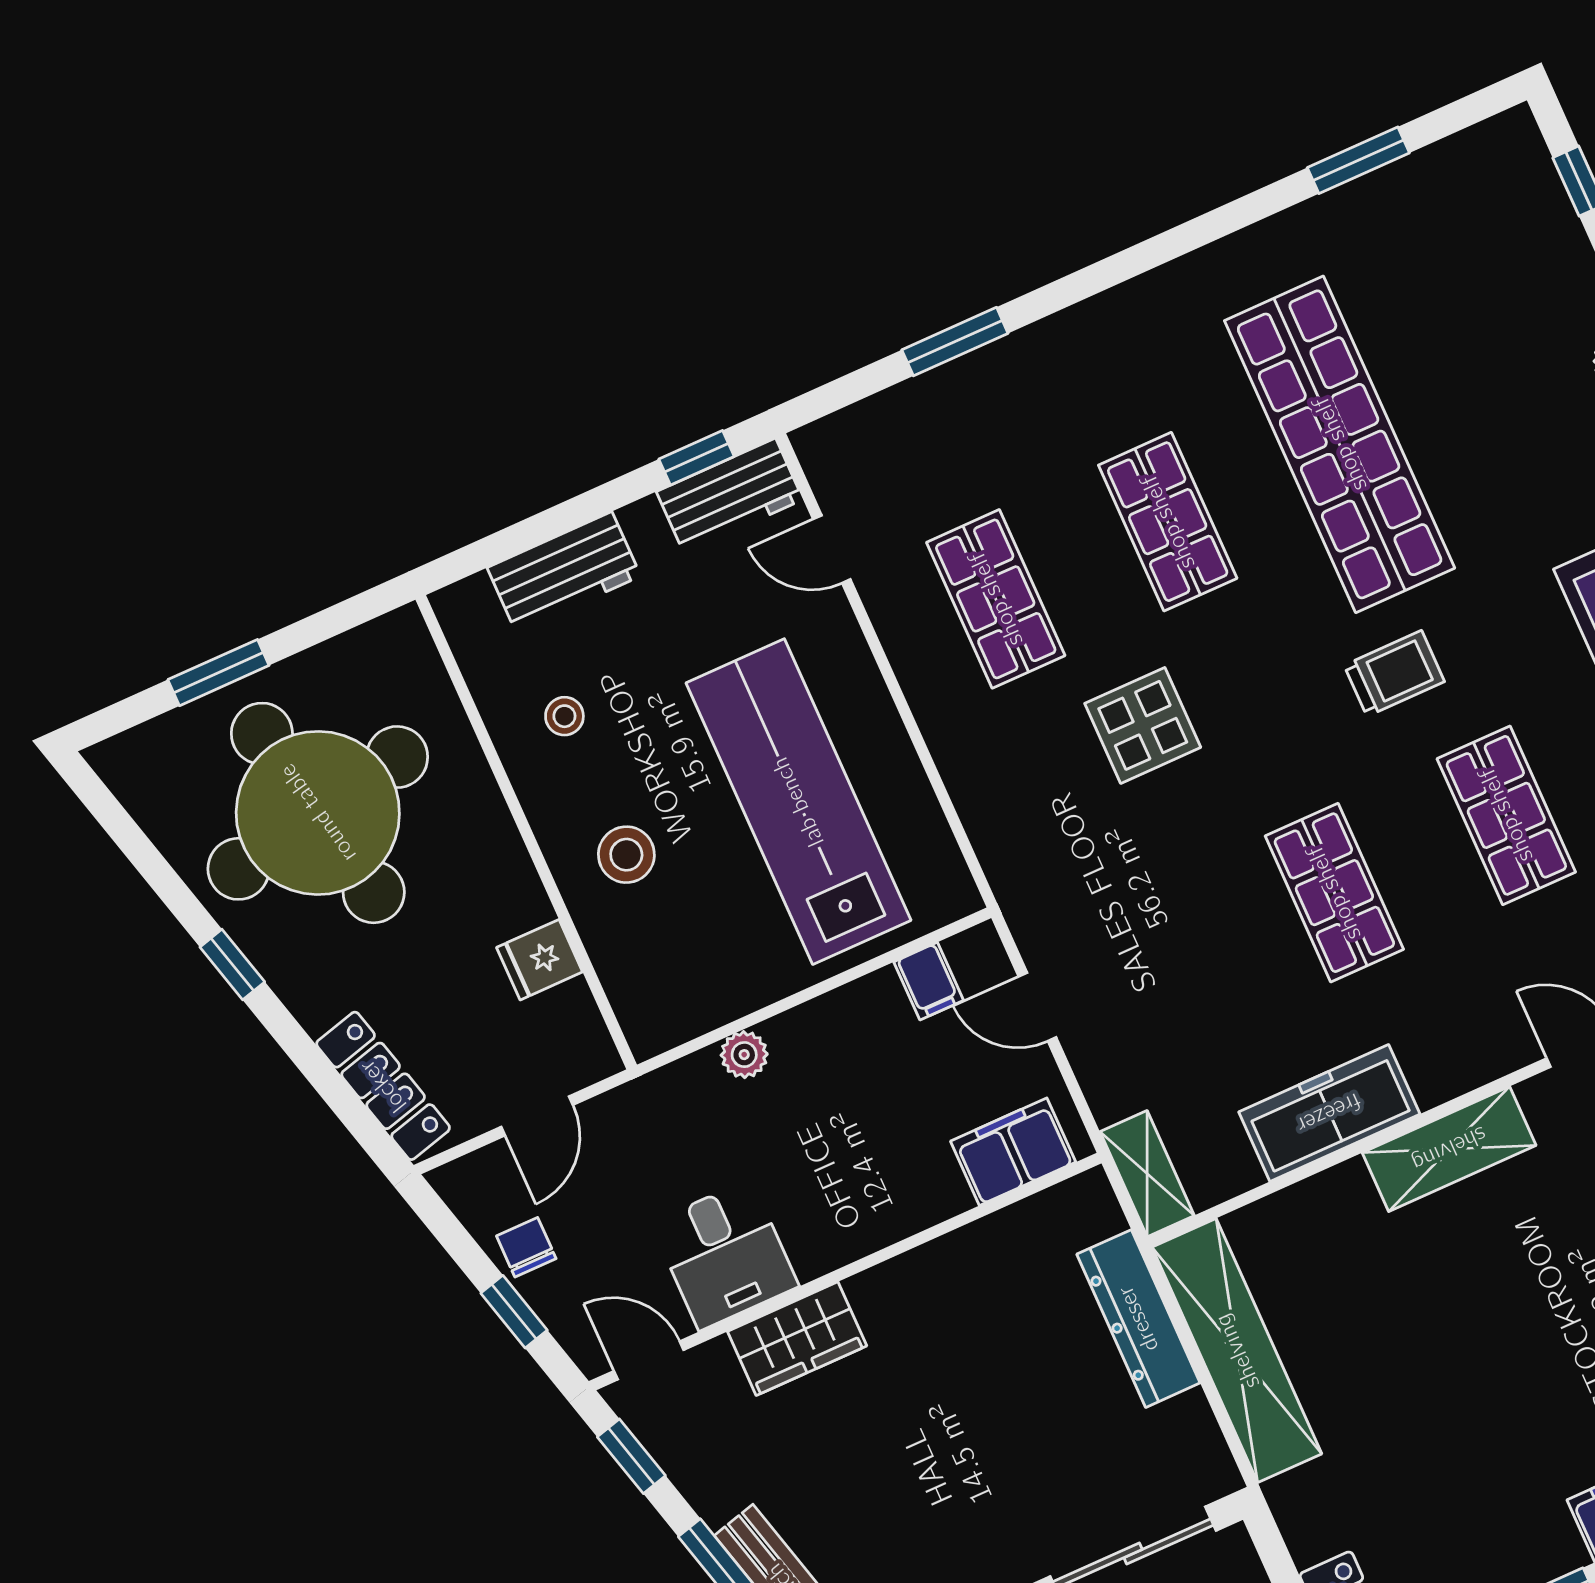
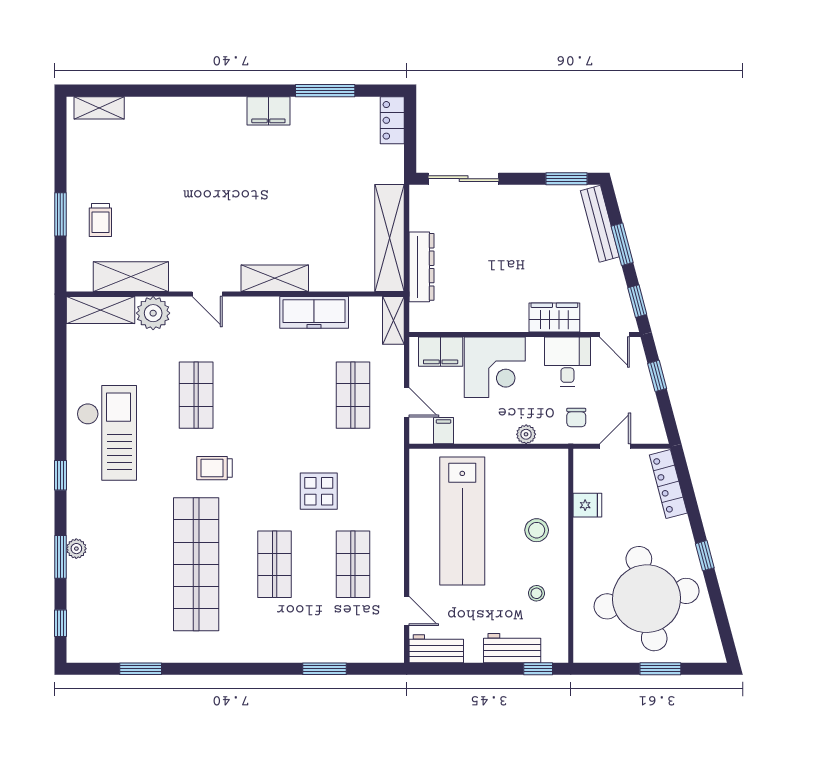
window: (696, 458) -> (538, 669), moved
shop shelf: (1334, 893) -> (353, 395), moved
corner desk: (879, 1171) -> (495, 367), added
chair: (526, 1247) -> (576, 417), moved

